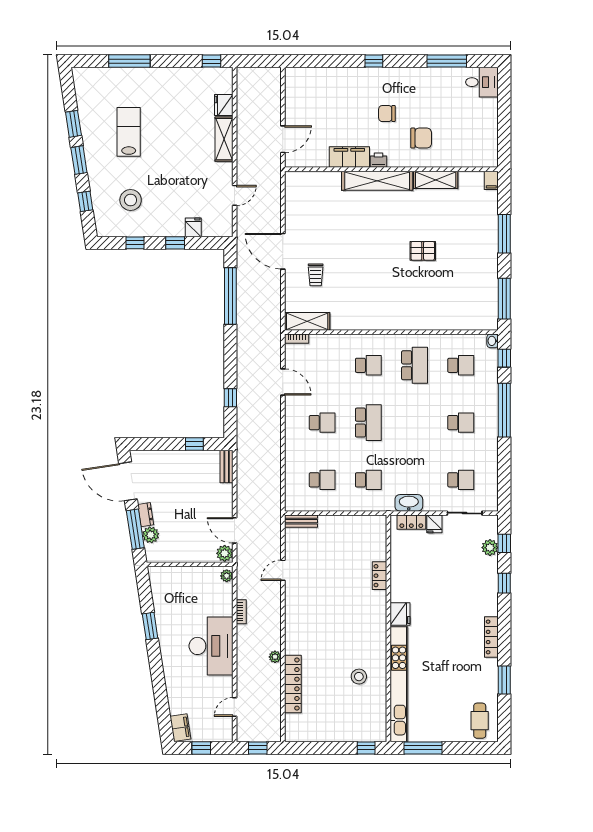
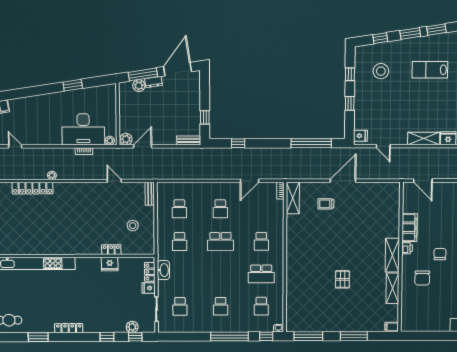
lab bench: (129, 132) -> (430, 70), turned 180
shelving: (377, 181) -> (392, 255), width x0.68
fridge: (193, 227) -> (360, 136), moved
fridge: (400, 614) -> (110, 264), moved
desk: (211, 646) -> (83, 129), moved
stool: (359, 677) -> (133, 226), moved

